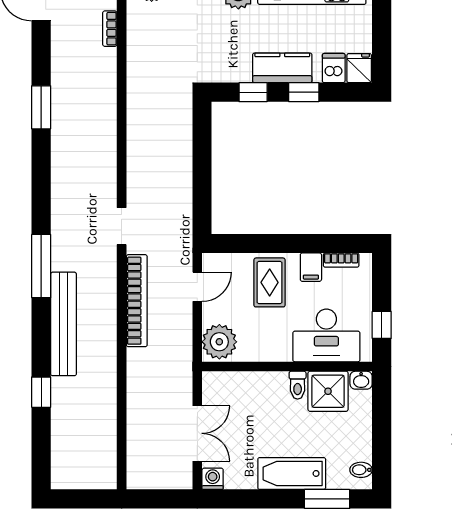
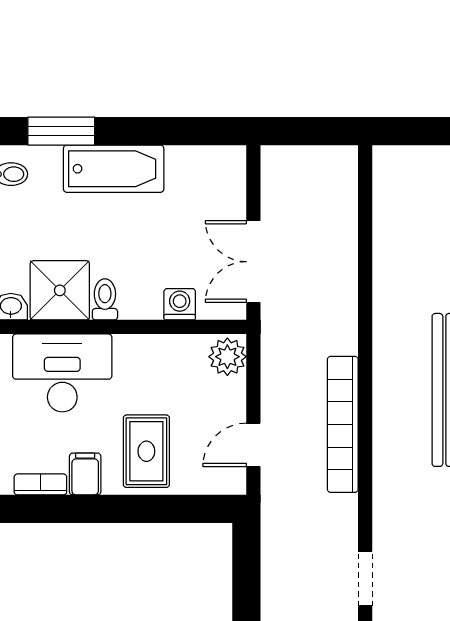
doorway: (122, 226) -> (365, 579), moved
plant: (219, 342) -> (227, 357), width x0.73, depth x0.73
double door: (197, 433) -> (253, 262), moved
washing machine: (213, 479) -> (180, 304), moved, turned 180

